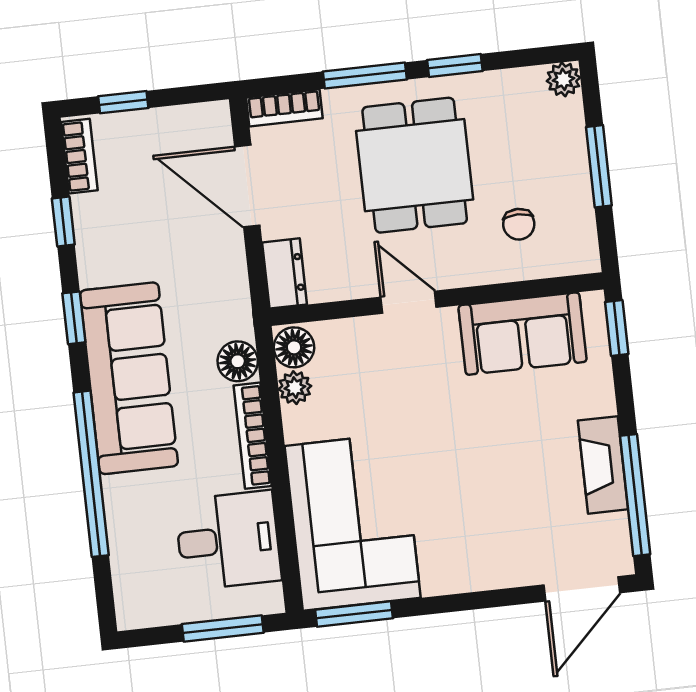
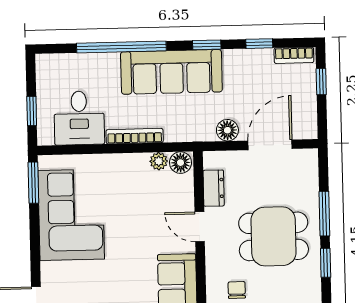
bookcase: (284, 108) -> (311, 169), removed
chair: (519, 224) -> (237, 290), turned 90
dresser: (285, 273) -> (214, 188), moved, turned -90
door: (409, 302) -> (200, 227), swing flipped
floor lamp: (238, 361) -> (227, 130), moved
corner sofa: (353, 522) -> (71, 215), moved, turned -90
window: (223, 628) -> (32, 111), width x0.67

